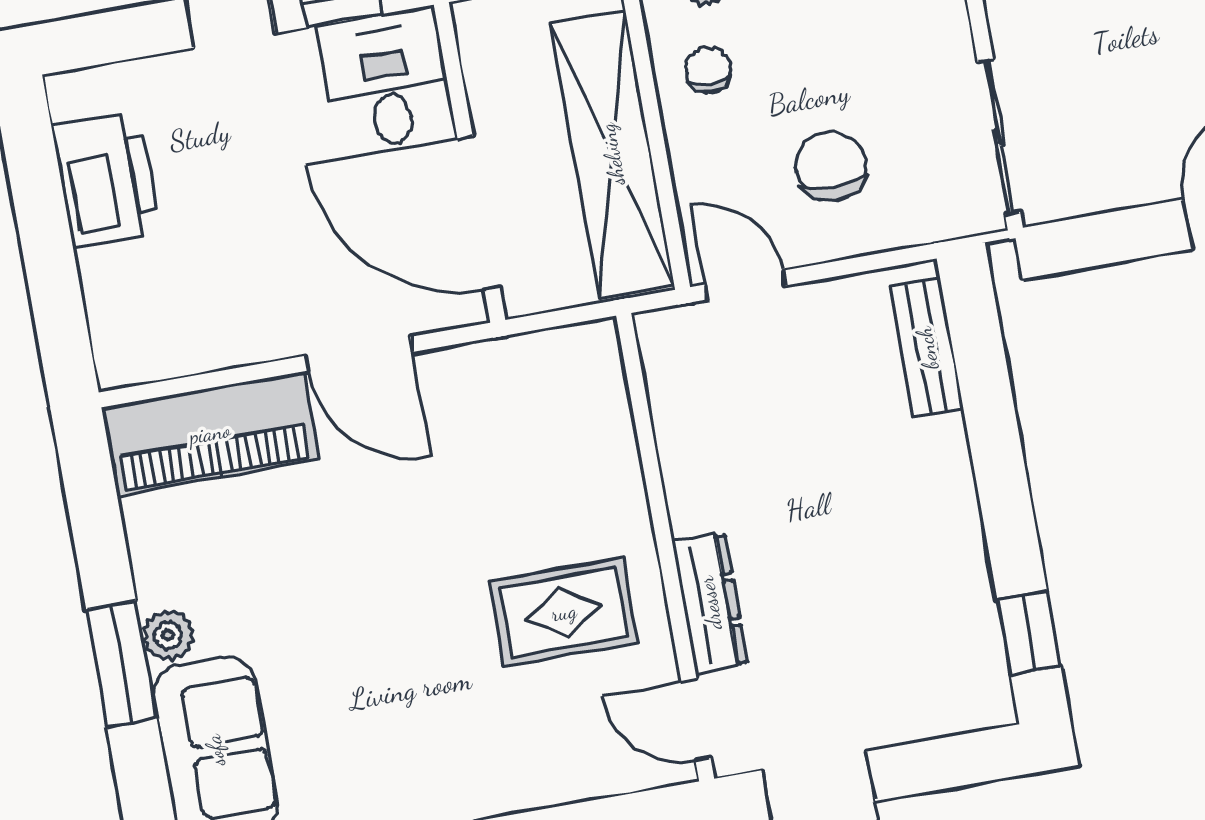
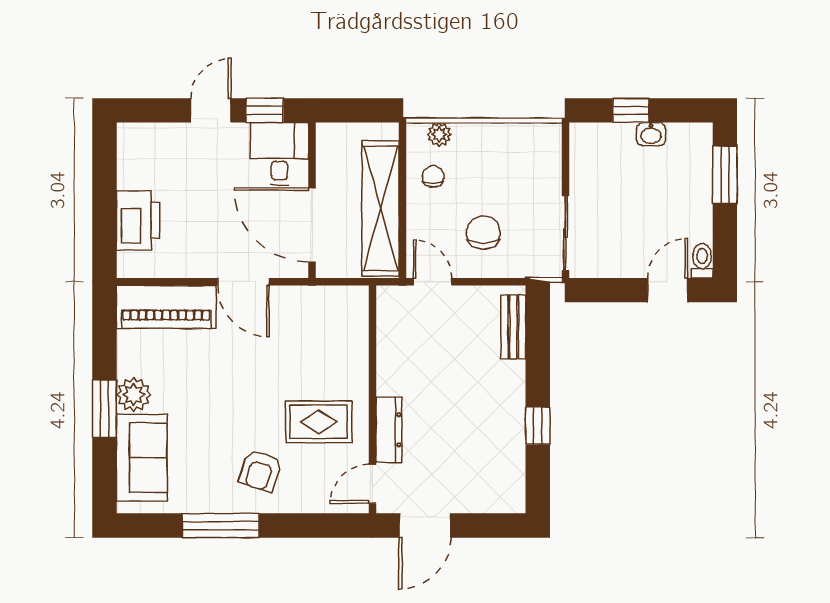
printer: (106, 180) -> (138, 220), moved
window: (1029, 633) -> (538, 426), moved
plant: (168, 635) -> (134, 395), width x1.38, depth x1.38
door: (696, 720) -> (372, 484), hinge flipped
armchair: (462, 734) -> (260, 471), added

